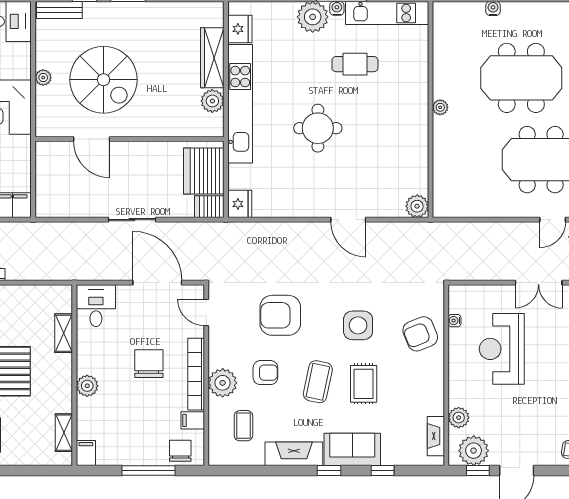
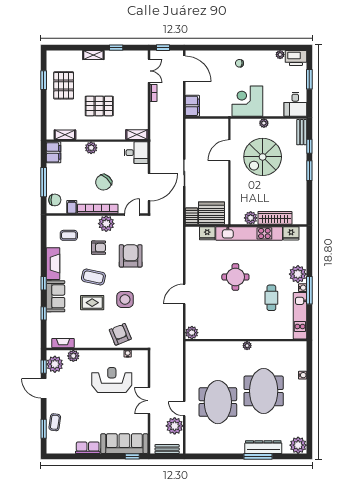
fridge: (240, 204) -> (207, 233), moved
shelving: (64, 333) -> (137, 135), moved
chair: (149, 364) -> (104, 182), turned 133
armchair: (265, 373) -> (99, 248), turned -90
plant: (223, 383) -> (106, 224), moved
filing cabinet: (86, 453) -> (54, 152), width x2.00

